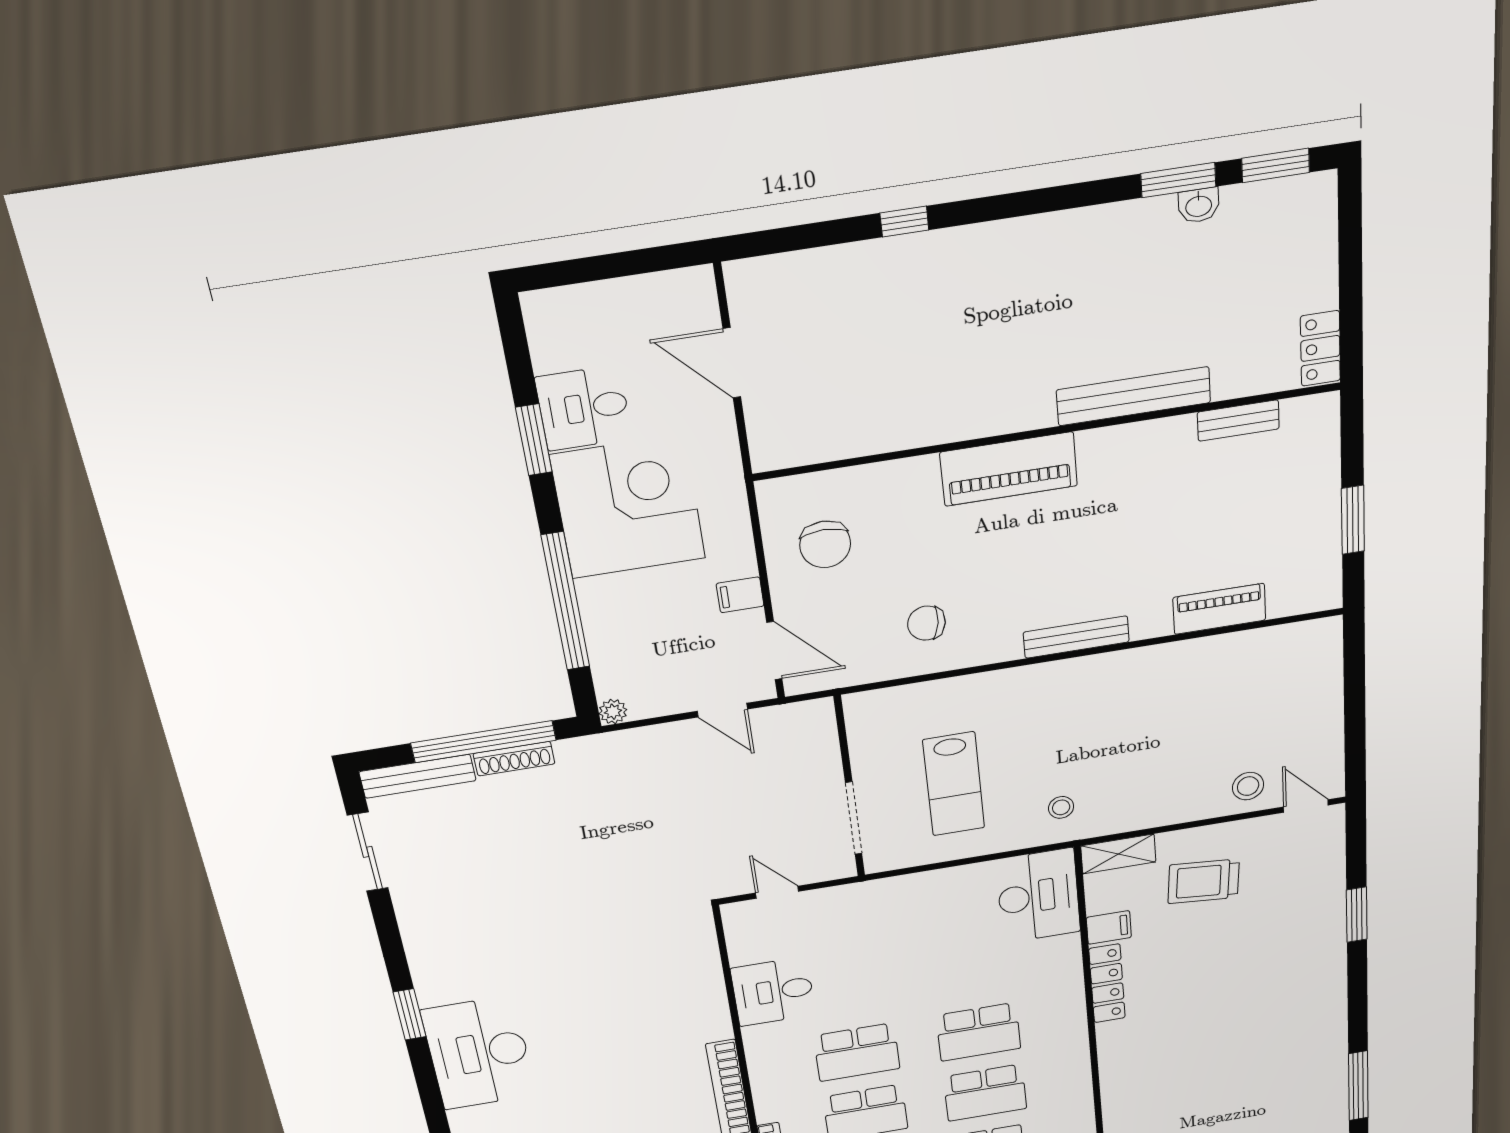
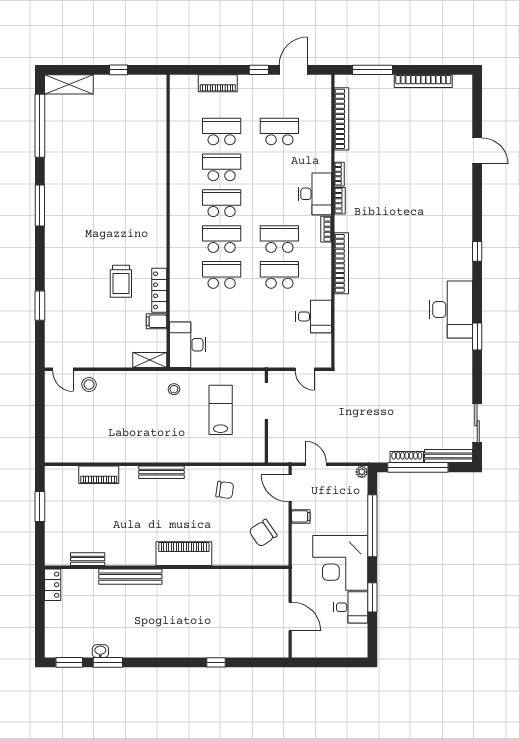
chair: (825, 544) -> (263, 533), turned -124
trolley: (1204, 881) -> (121, 281), moved, turned 85

